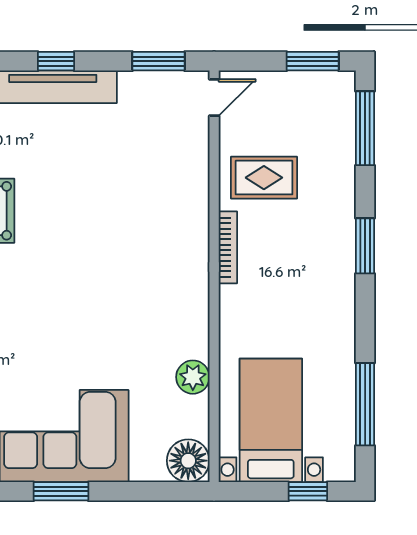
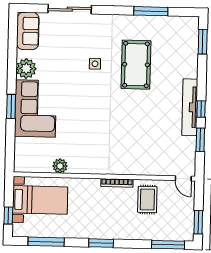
window: (158, 61) -> (200, 140), moved
window: (365, 246) -> (101, 243), moved
floor lamp: (188, 461) -> (23, 163), removed

